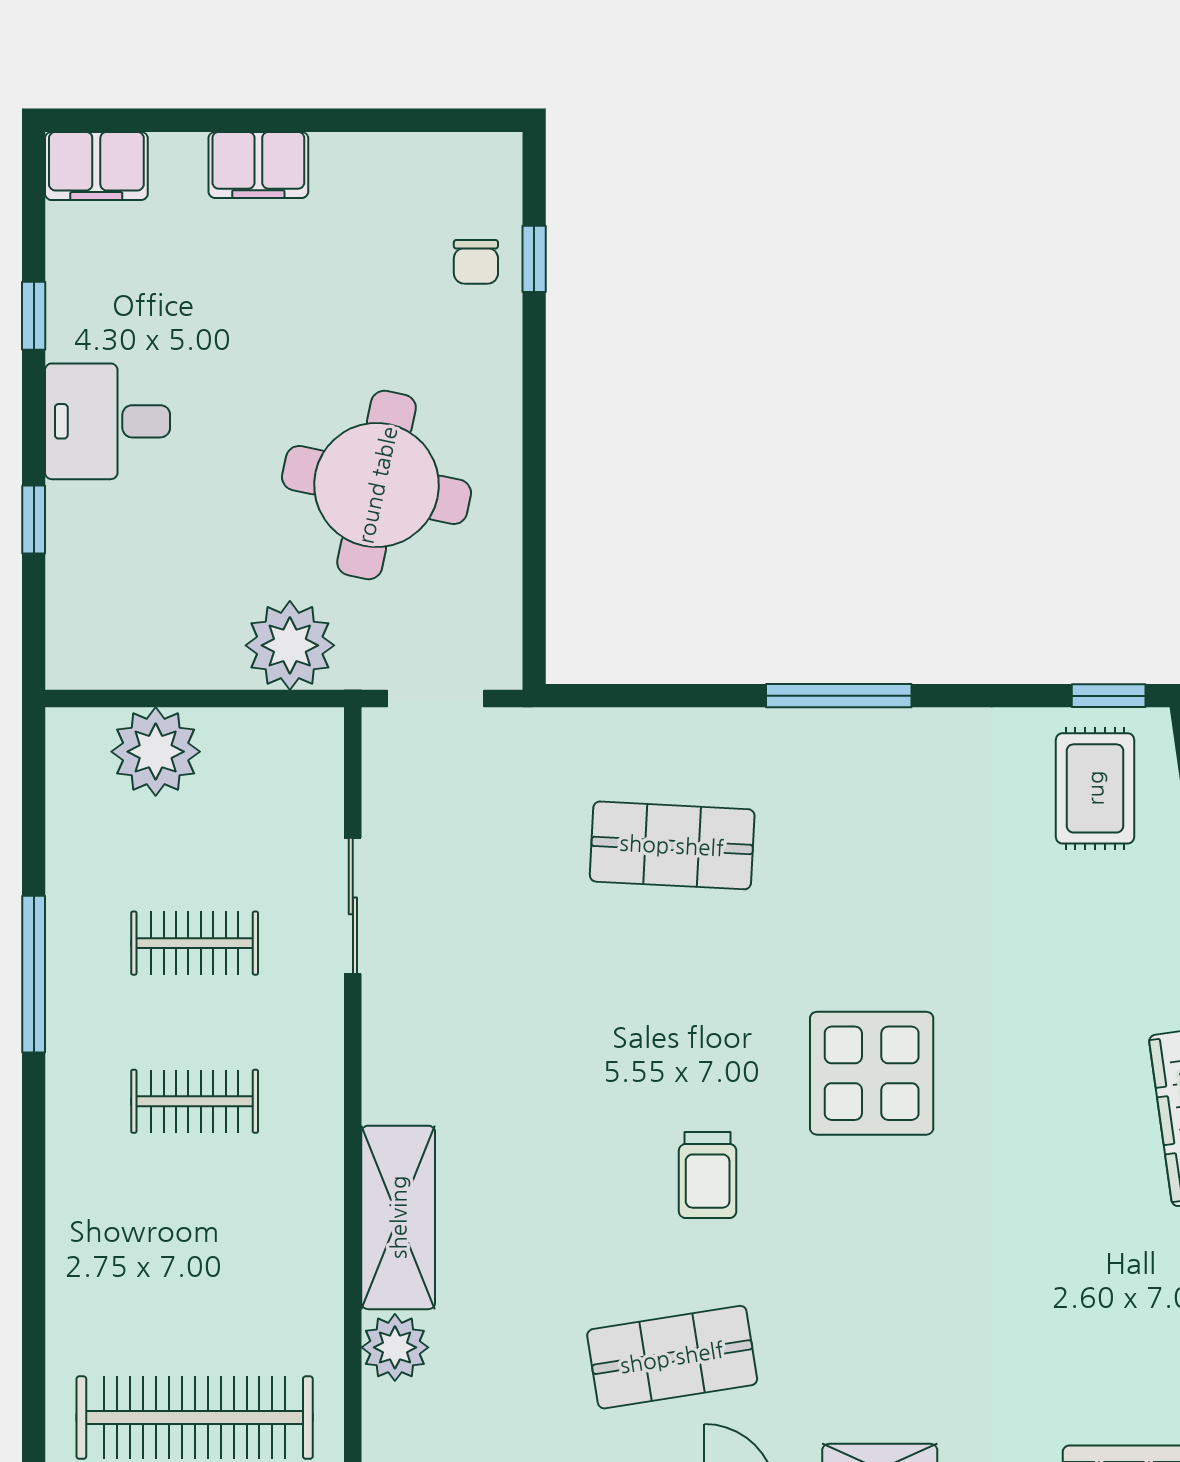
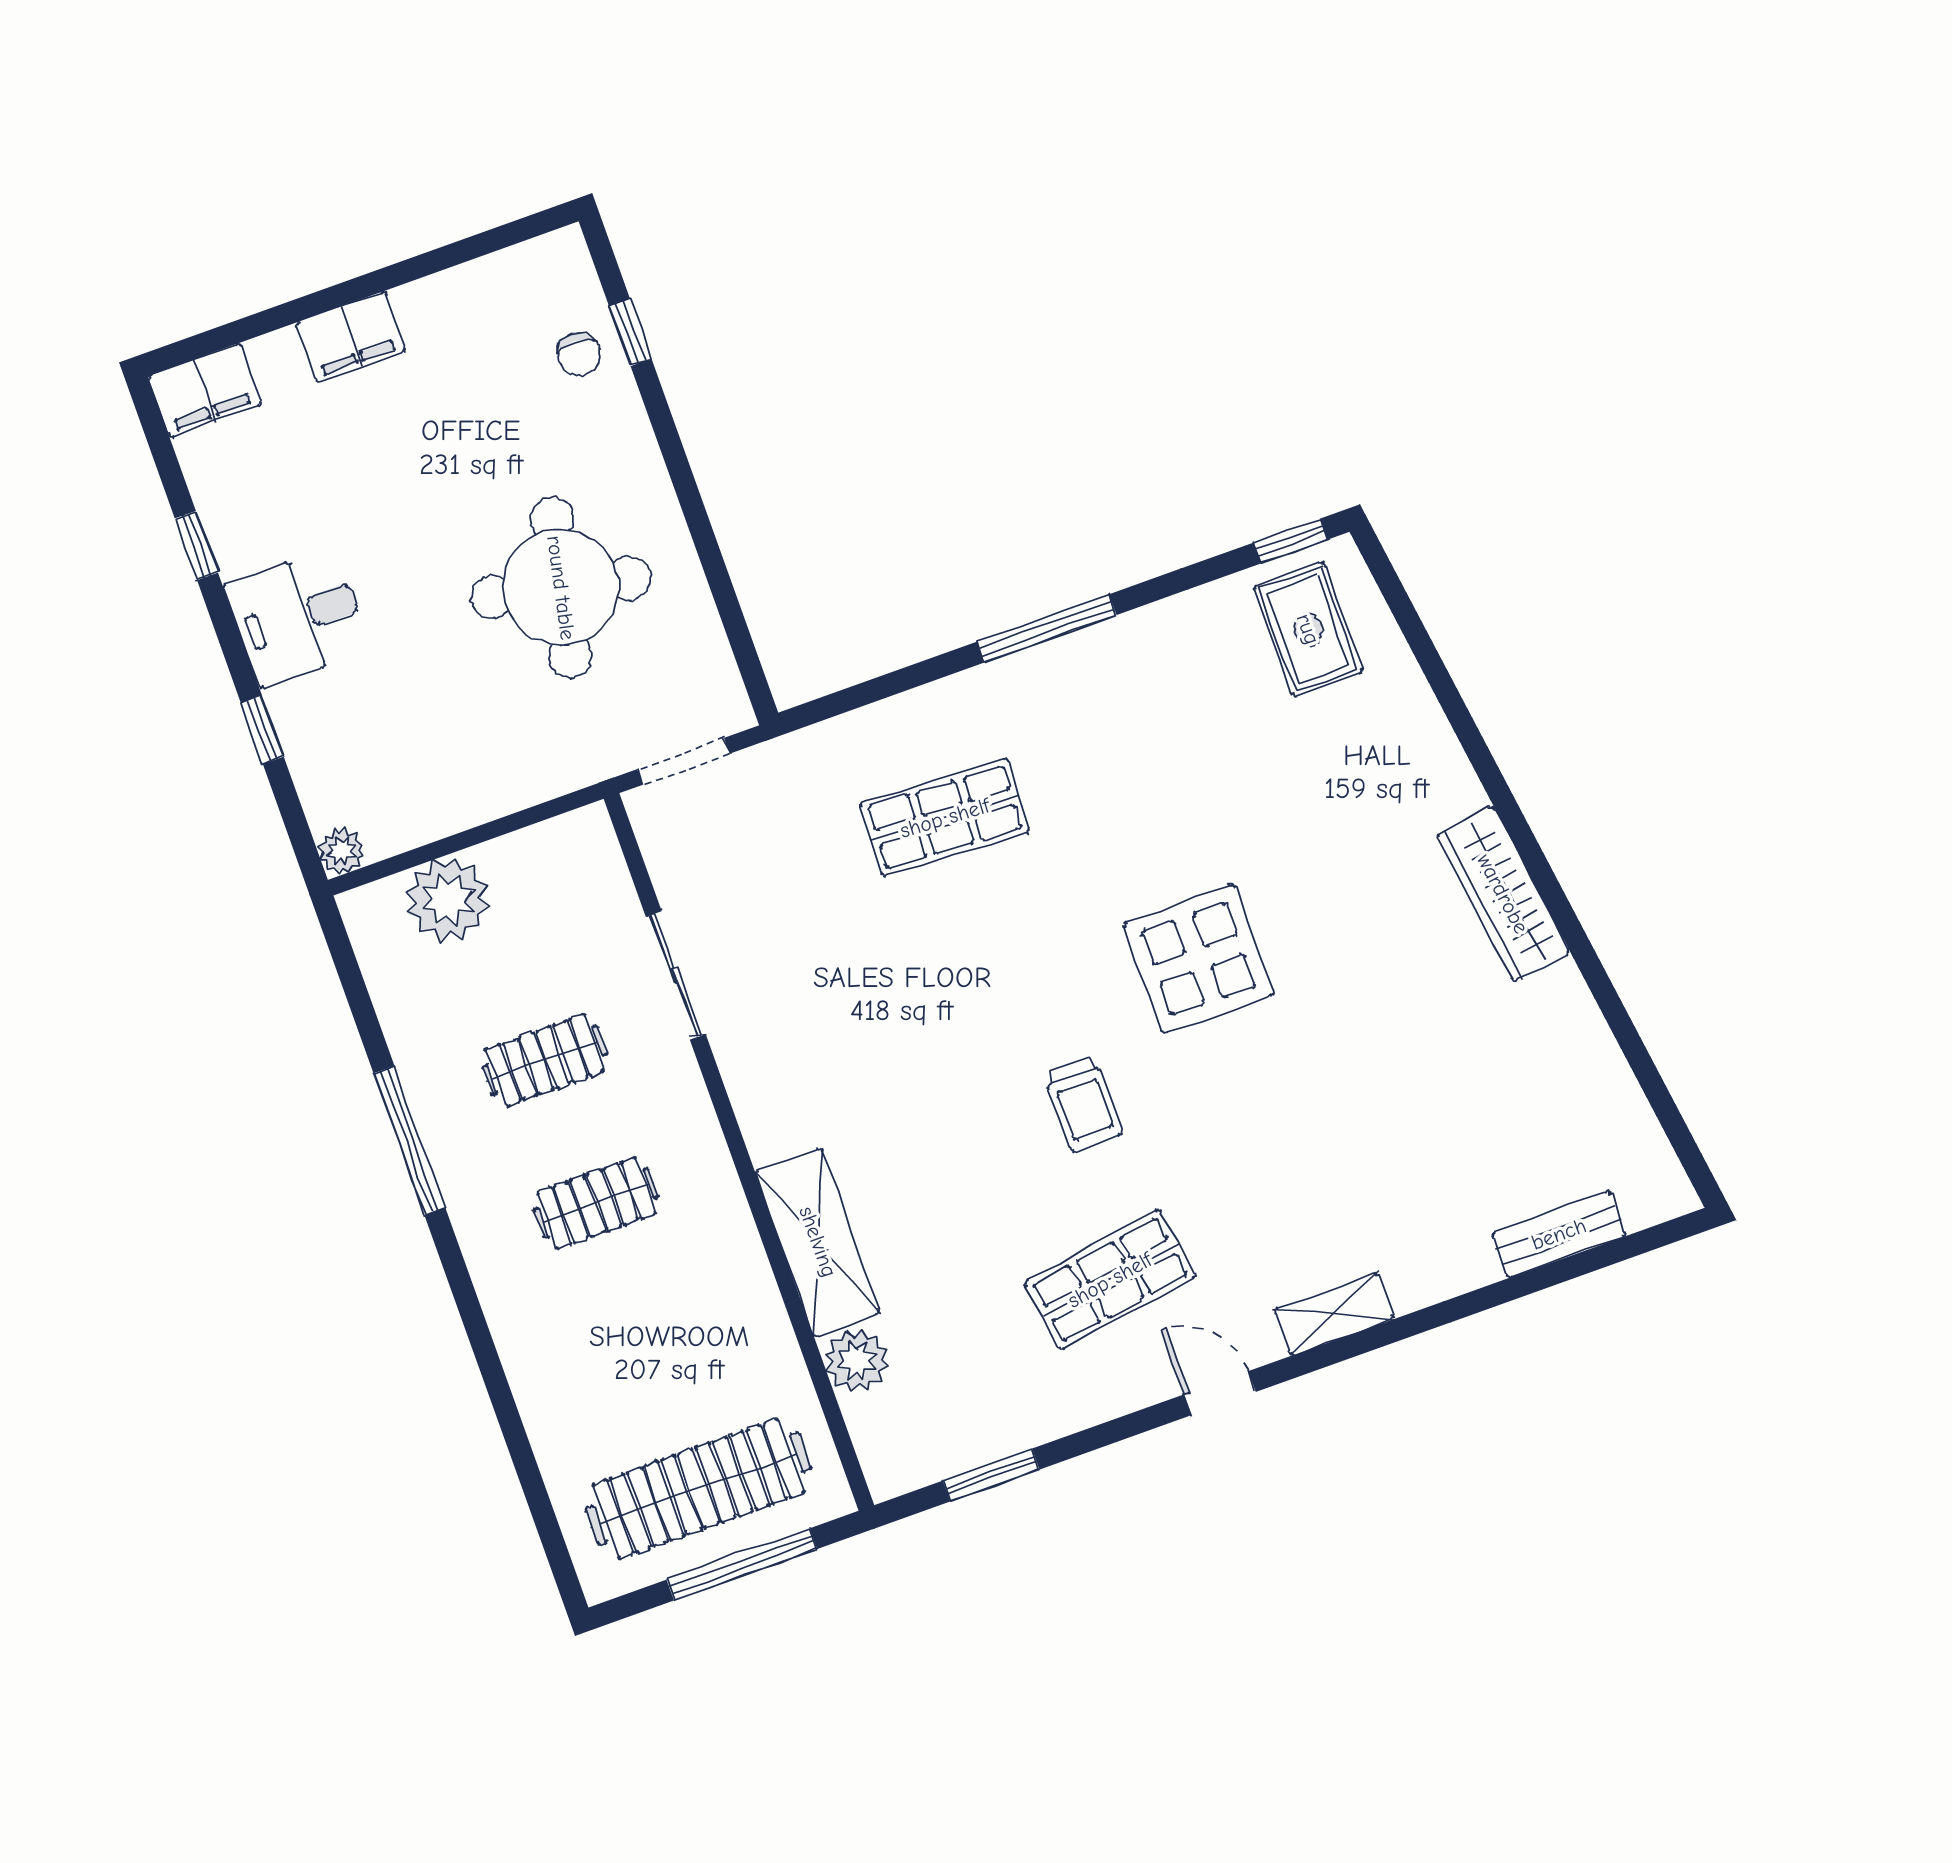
plant: (290, 645) -> (342, 851), moved, width x0.53, depth x0.53

